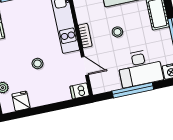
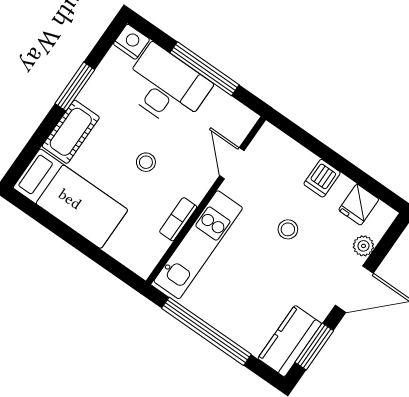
bookcase: (85, 36) -> (178, 219), moved
dishwasher: (80, 91) -> (322, 178), moved, turned 90

